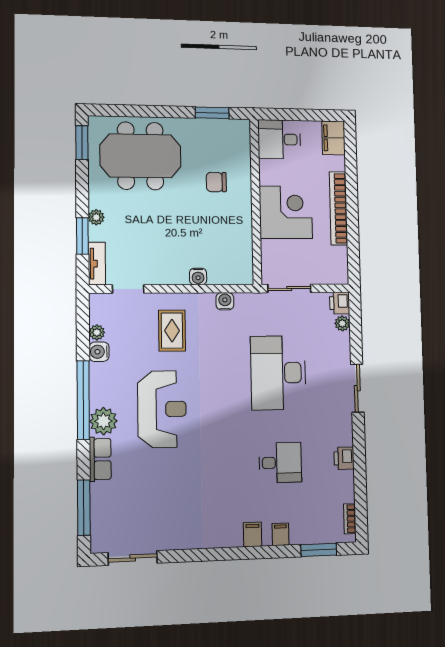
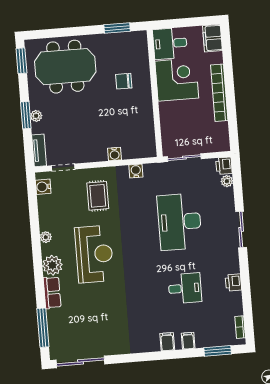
corner desk: (286, 212) -> (177, 80), moved
window: (82, 236) -> (26, 115), moved
plant: (97, 332) -> (46, 237), moved
water cooler: (99, 352) -> (43, 187), moved
window: (83, 400) -> (37, 251), removed
sliding door: (133, 558) -> (81, 362), width x1.37

